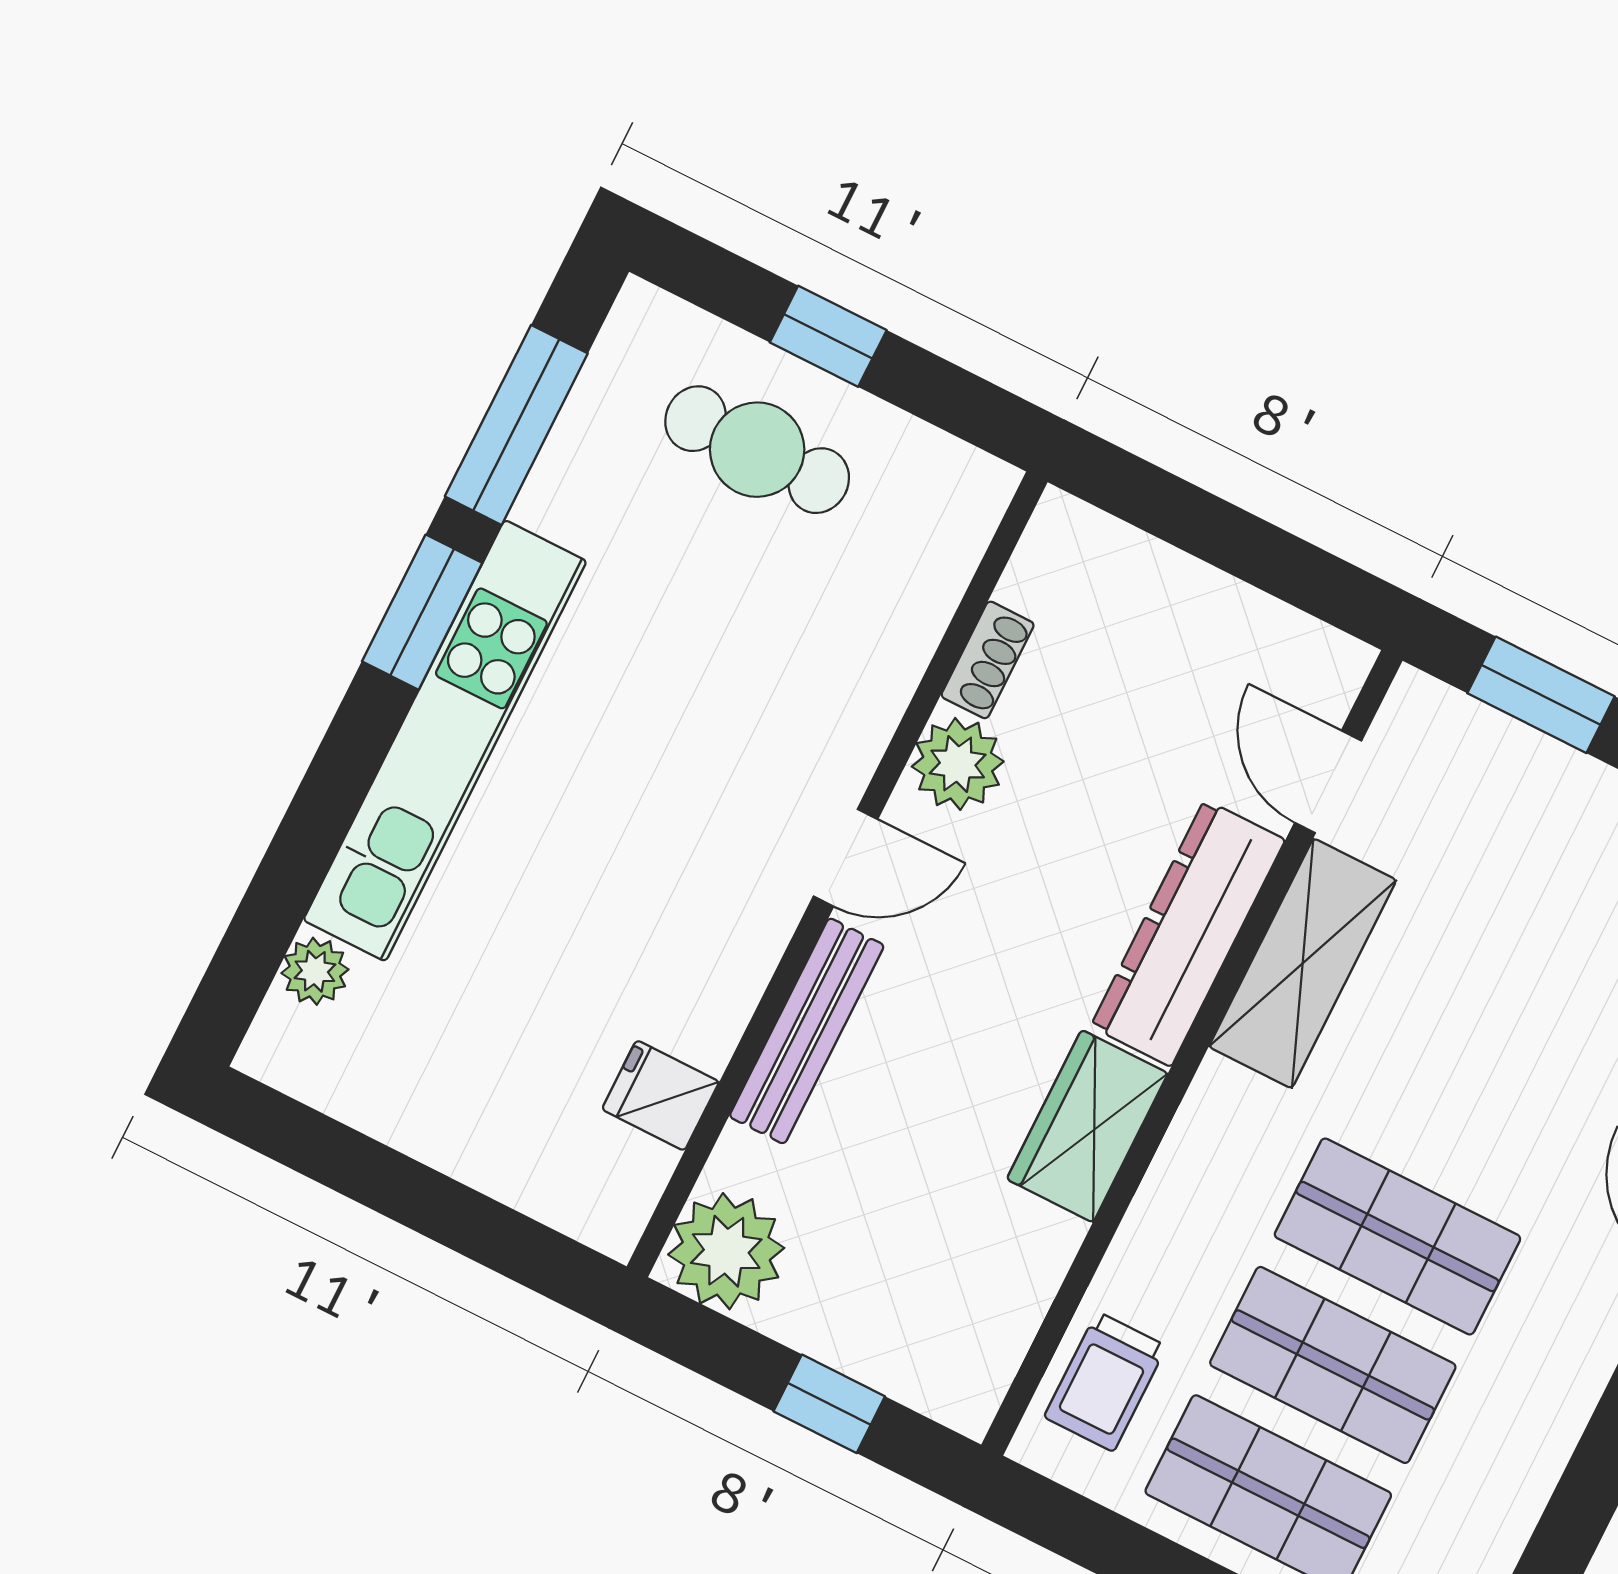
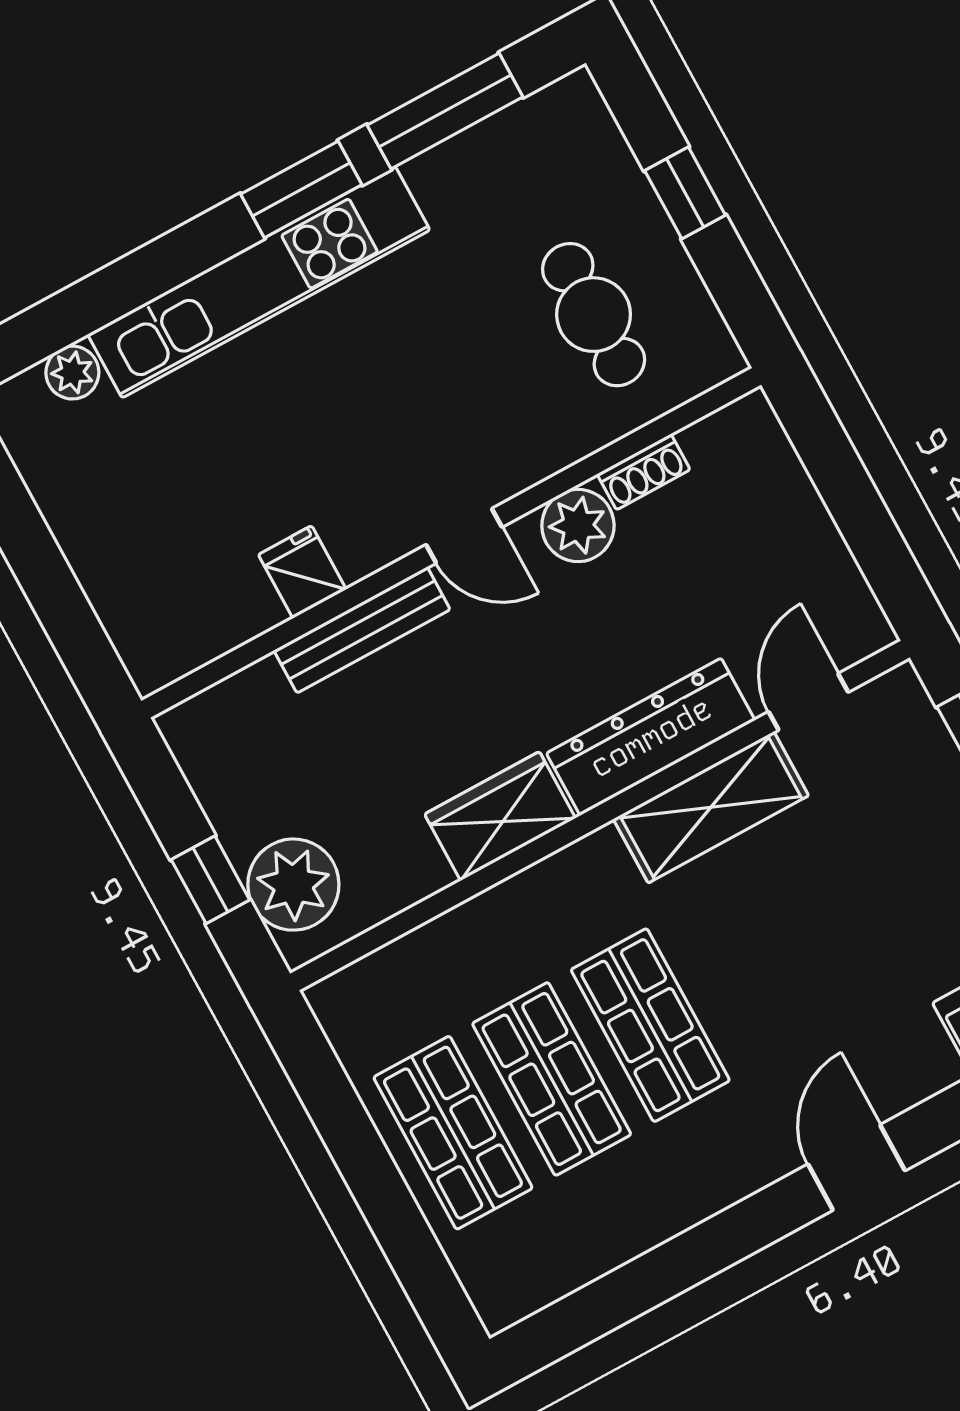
cafe table: (757, 450) -> (594, 315), moved
fridge: (660, 1095) -> (302, 572), moved
plant: (726, 1251) -> (293, 885), moved
trolley: (1105, 1382) -> (398, 988), removed

